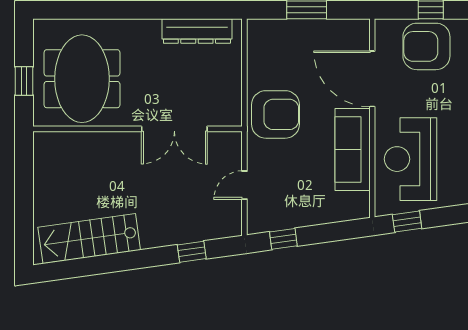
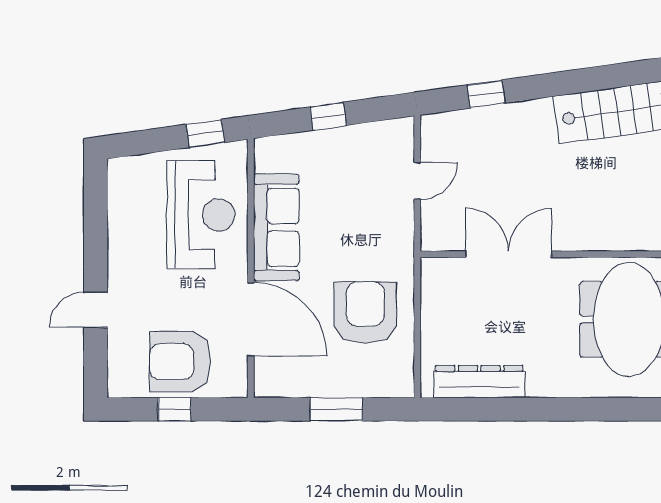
armchair: (426, 46) -> (180, 362), turned 180
armchair: (275, 114) -> (365, 313), moved, turned 90
window: (283, 239) -> (328, 116), moved

